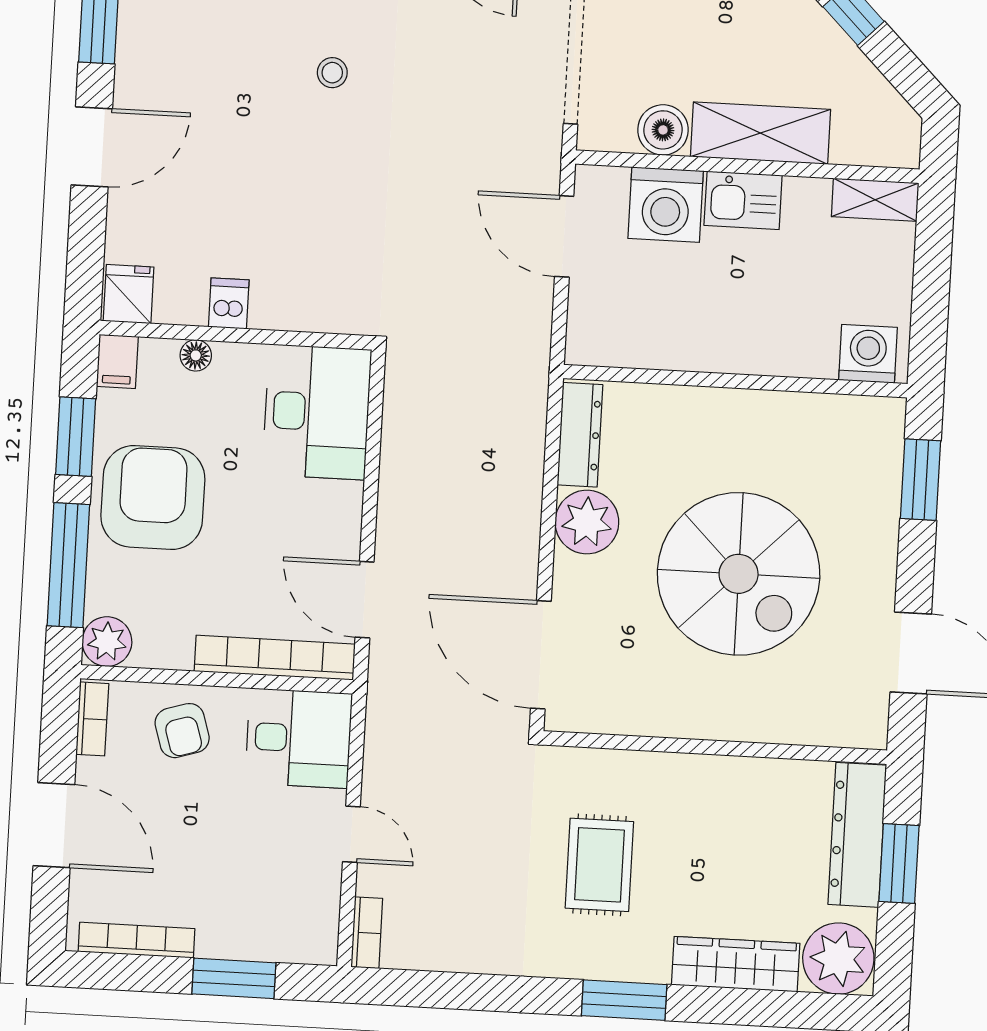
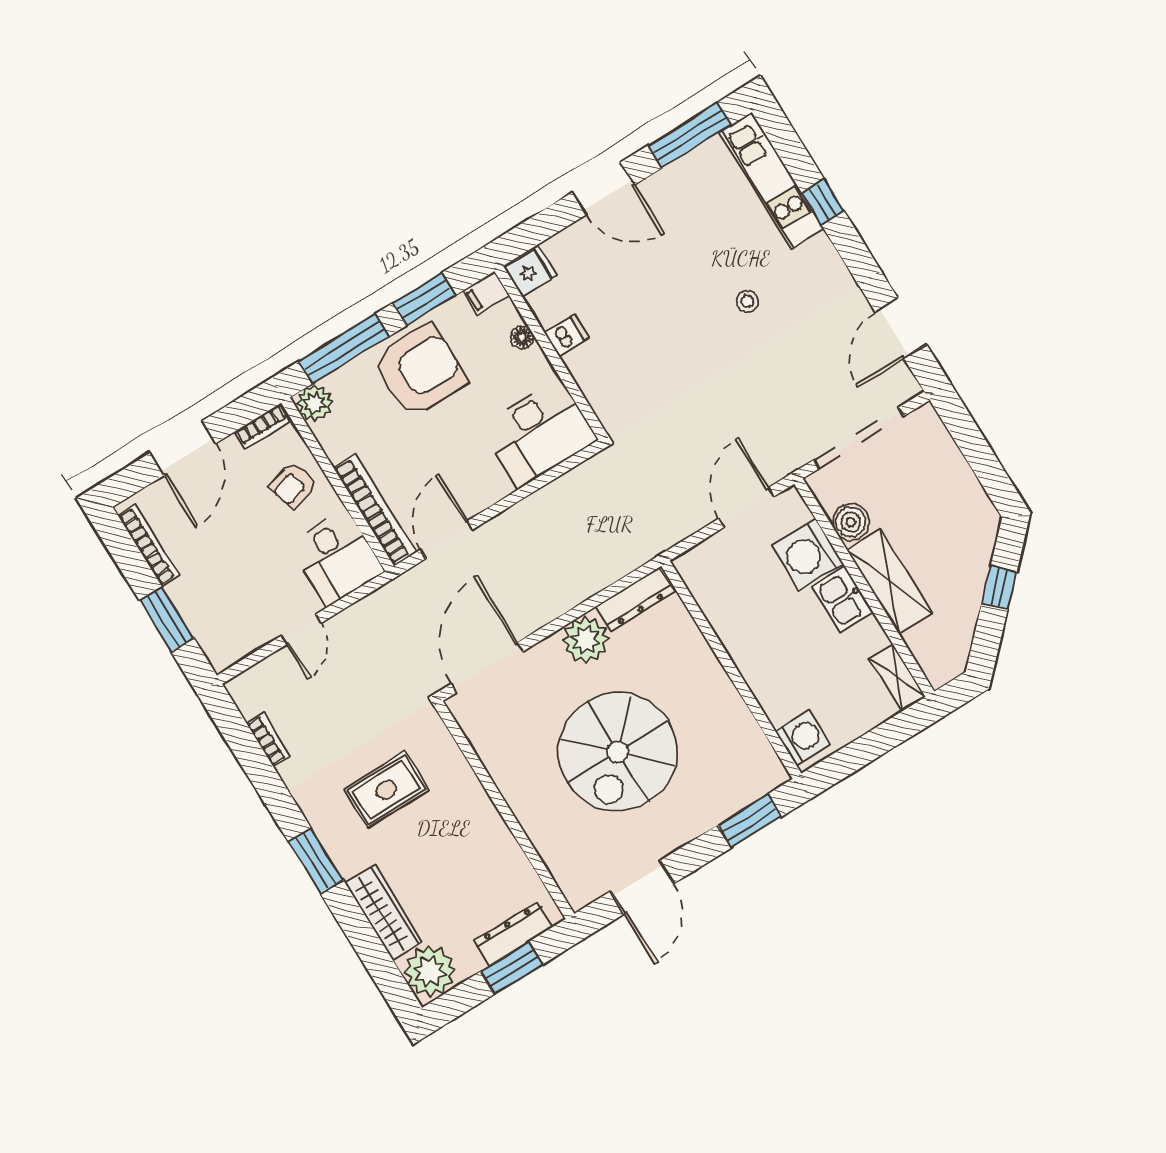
dresser: (857, 835) -> (513, 934), width x0.73, depth x0.80
bookcase: (367, 933) -> (268, 740), moved, turned -90

